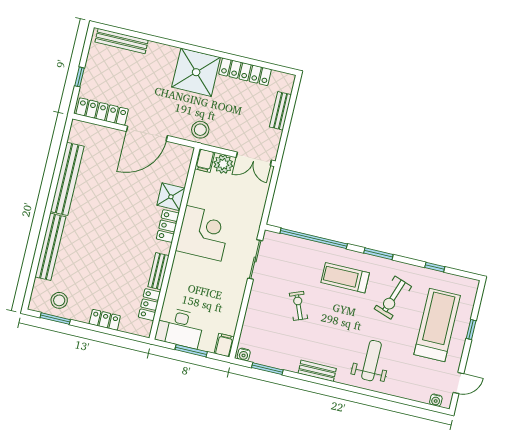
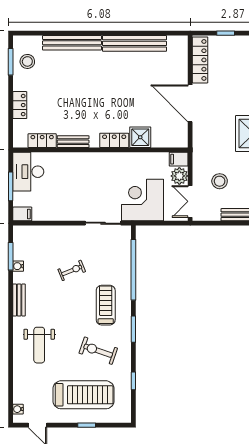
stool: (200, 130) -> (220, 181), moved
corner desk: (204, 233) -> (142, 200), moved, turned 180
water cooler: (244, 354) -> (18, 266), moved
weight bench: (371, 361) -> (39, 345), turned 90

